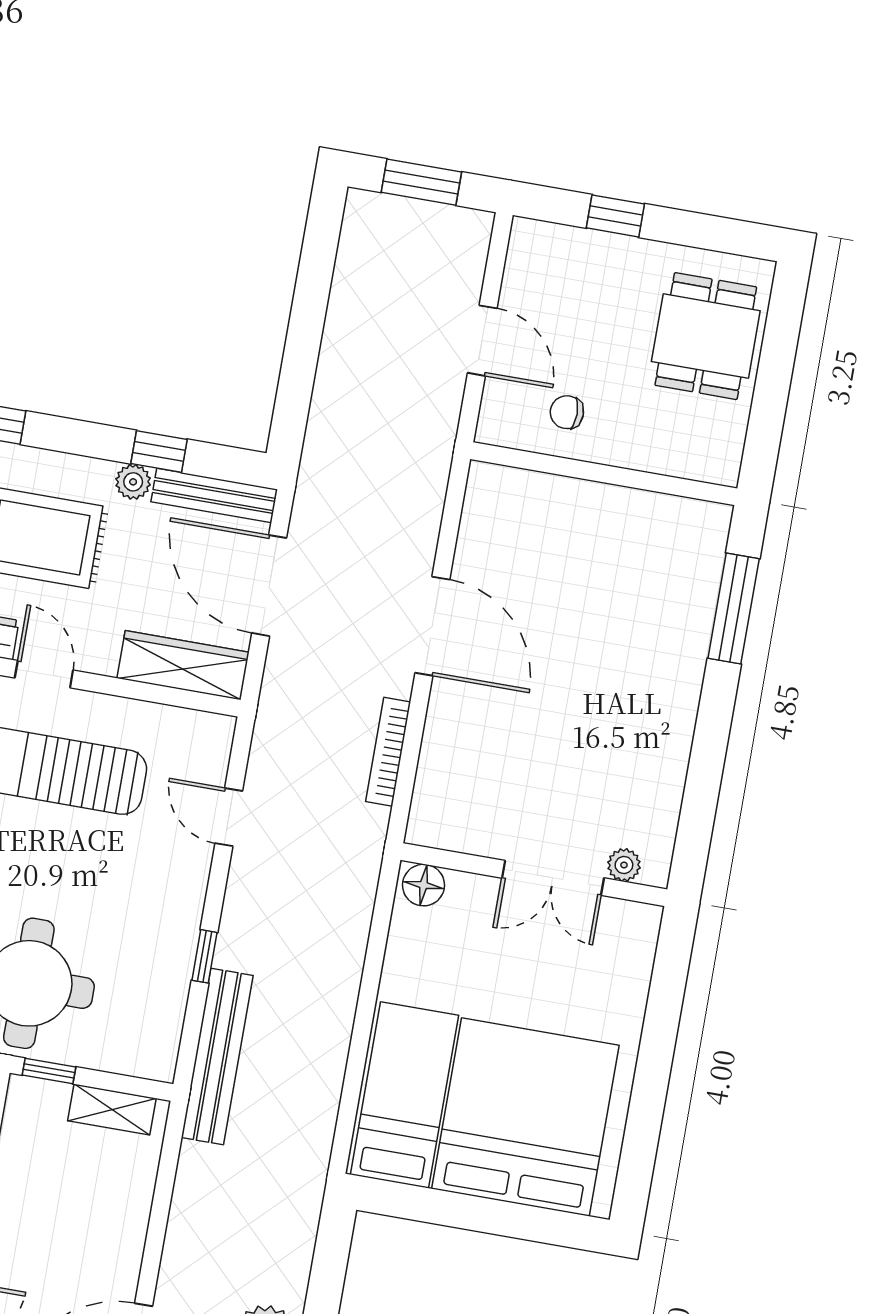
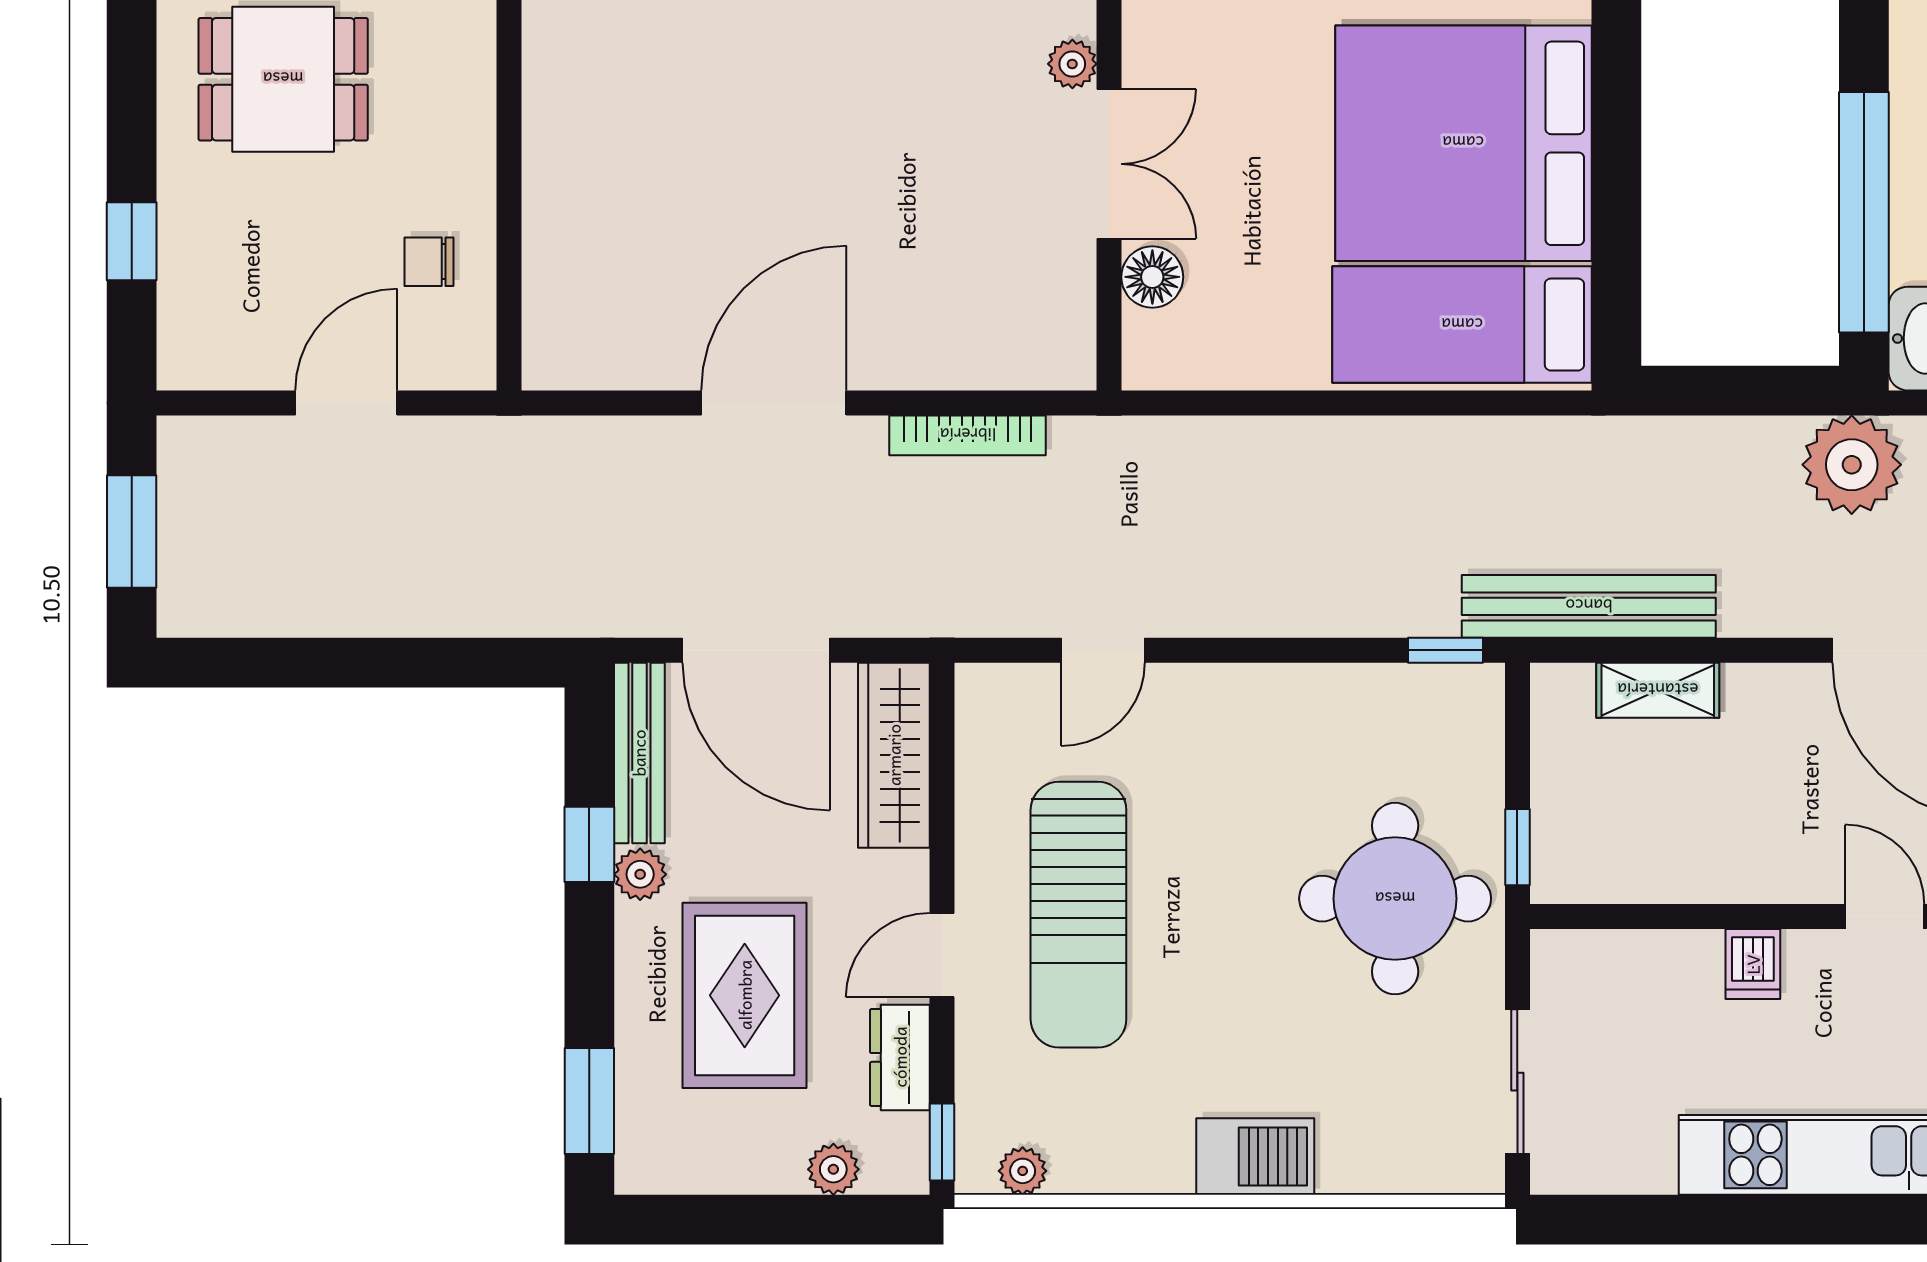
chair: (567, 412) -> (429, 262), turned 90
door: (269, 586) -> (756, 650), hinge flipped
floor lamp: (424, 885) -> (1152, 277), moved
window: (204, 956) -> (1445, 650), moved
bench: (217, 1057) -> (1589, 606), moved
shelving: (112, 1110) -> (1658, 690), moved, turned 90

